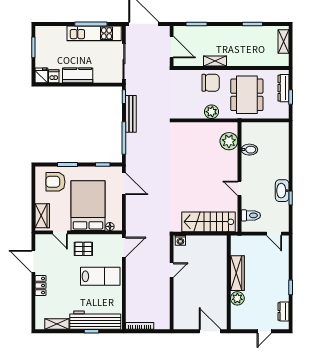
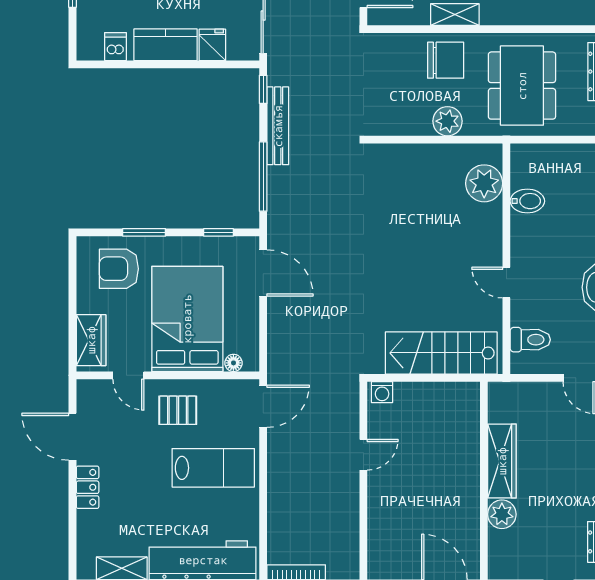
fridge: (41, 75) -> (212, 45), moved

